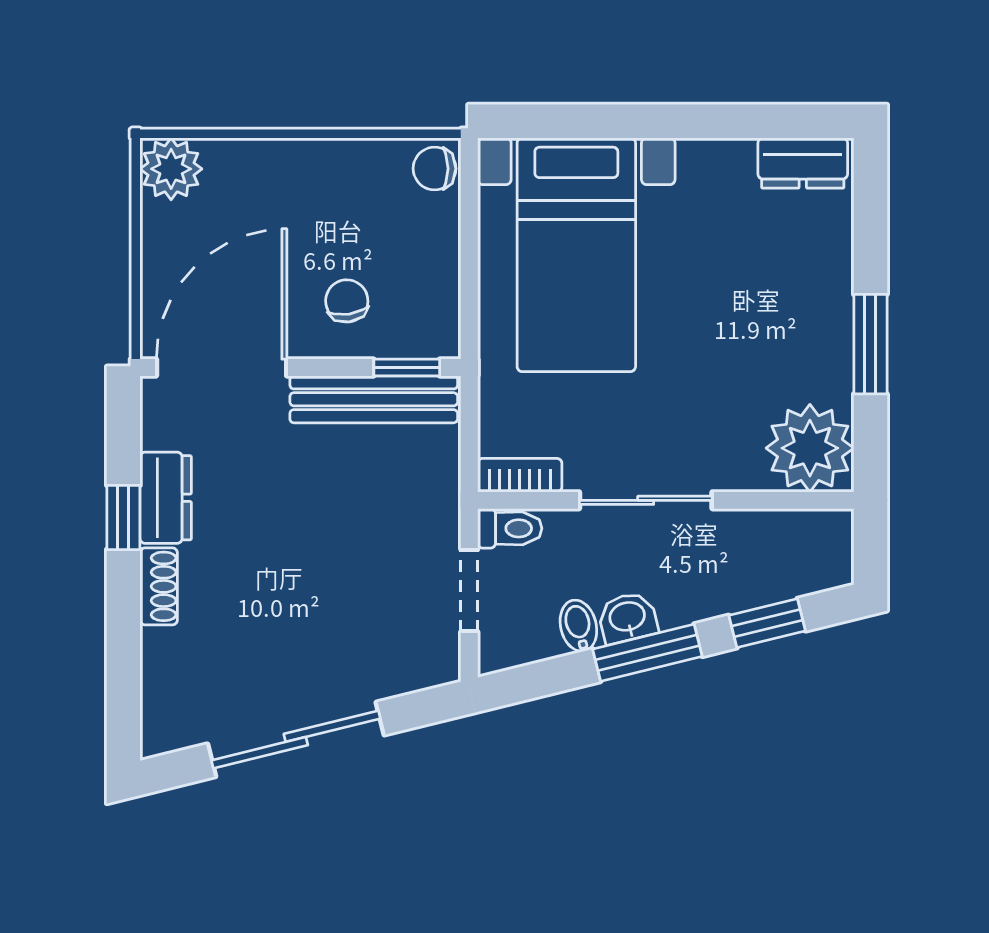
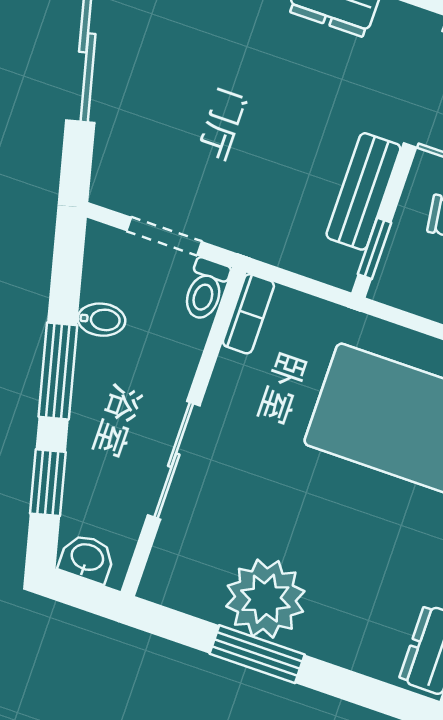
bench: (374, 399) -> (363, 191), width x0.73
plant: (810, 448) -> (265, 599), moved
sliding door: (646, 500) -> (174, 460), moved
washbasin: (627, 618) -> (87, 558), moved, turned -76

